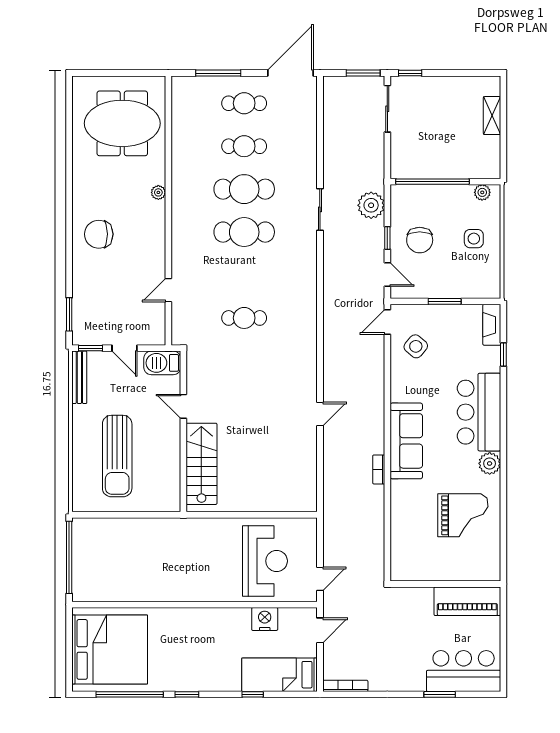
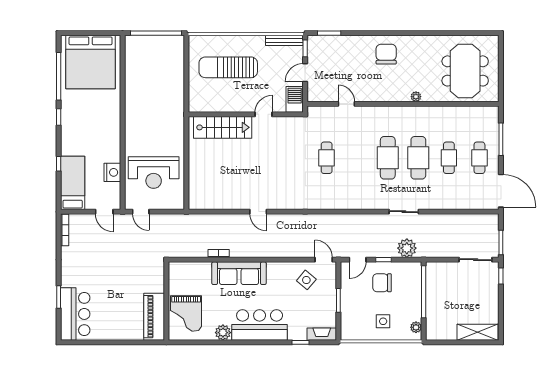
shelving: (492, 116) -> (477, 332), width x1.50, depth x1.33
wall: (445, 584) -> (166, 301), moved
piano: (467, 601) -> (154, 317), moved

